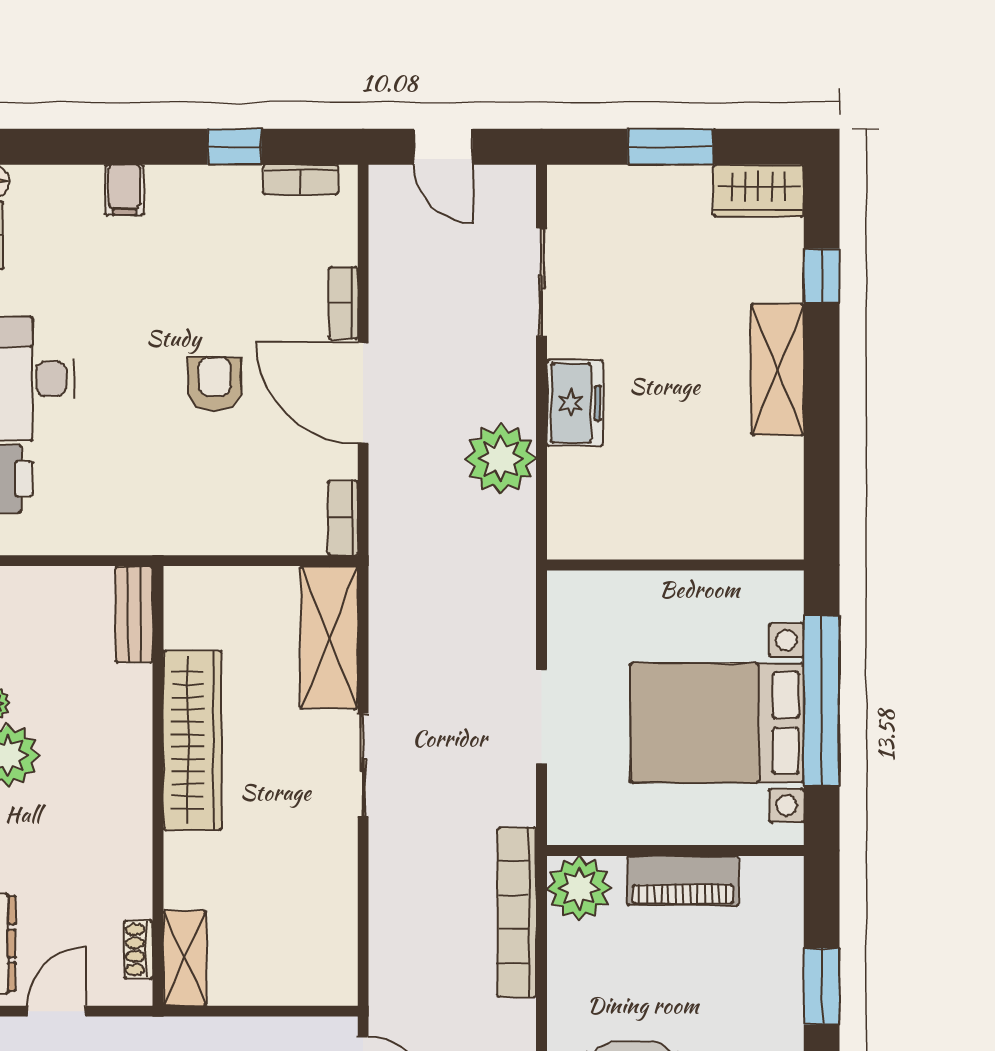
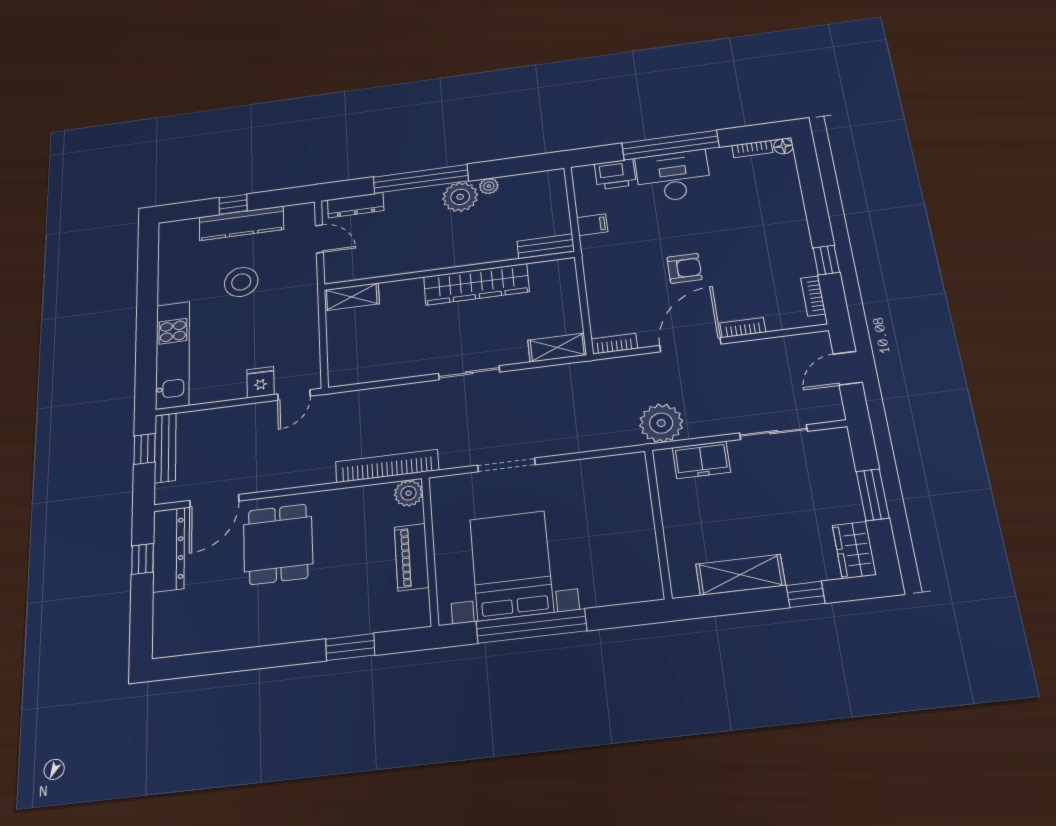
filing cabinet: (124, 190) -> (592, 225), moved, turned 180
wall: (675, 565) -> (658, 523), moved
shelving: (329, 637) -> (557, 348), width x0.67, depth x0.75
plant: (579, 888) -> (409, 493), width x0.73, depth x0.73
shoe rack: (138, 950) -> (355, 273), removed

